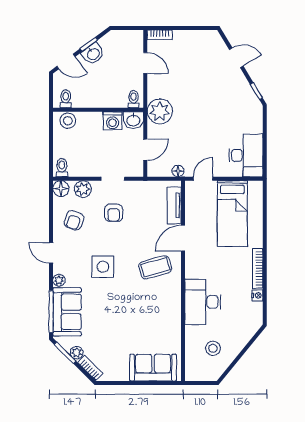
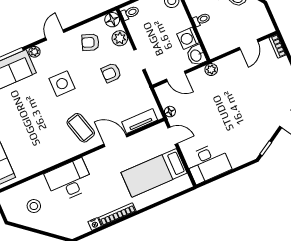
toilet: (134, 99) -> (202, 19), moved
plant: (160, 111) -> (211, 70), width x0.53, depth x0.53

